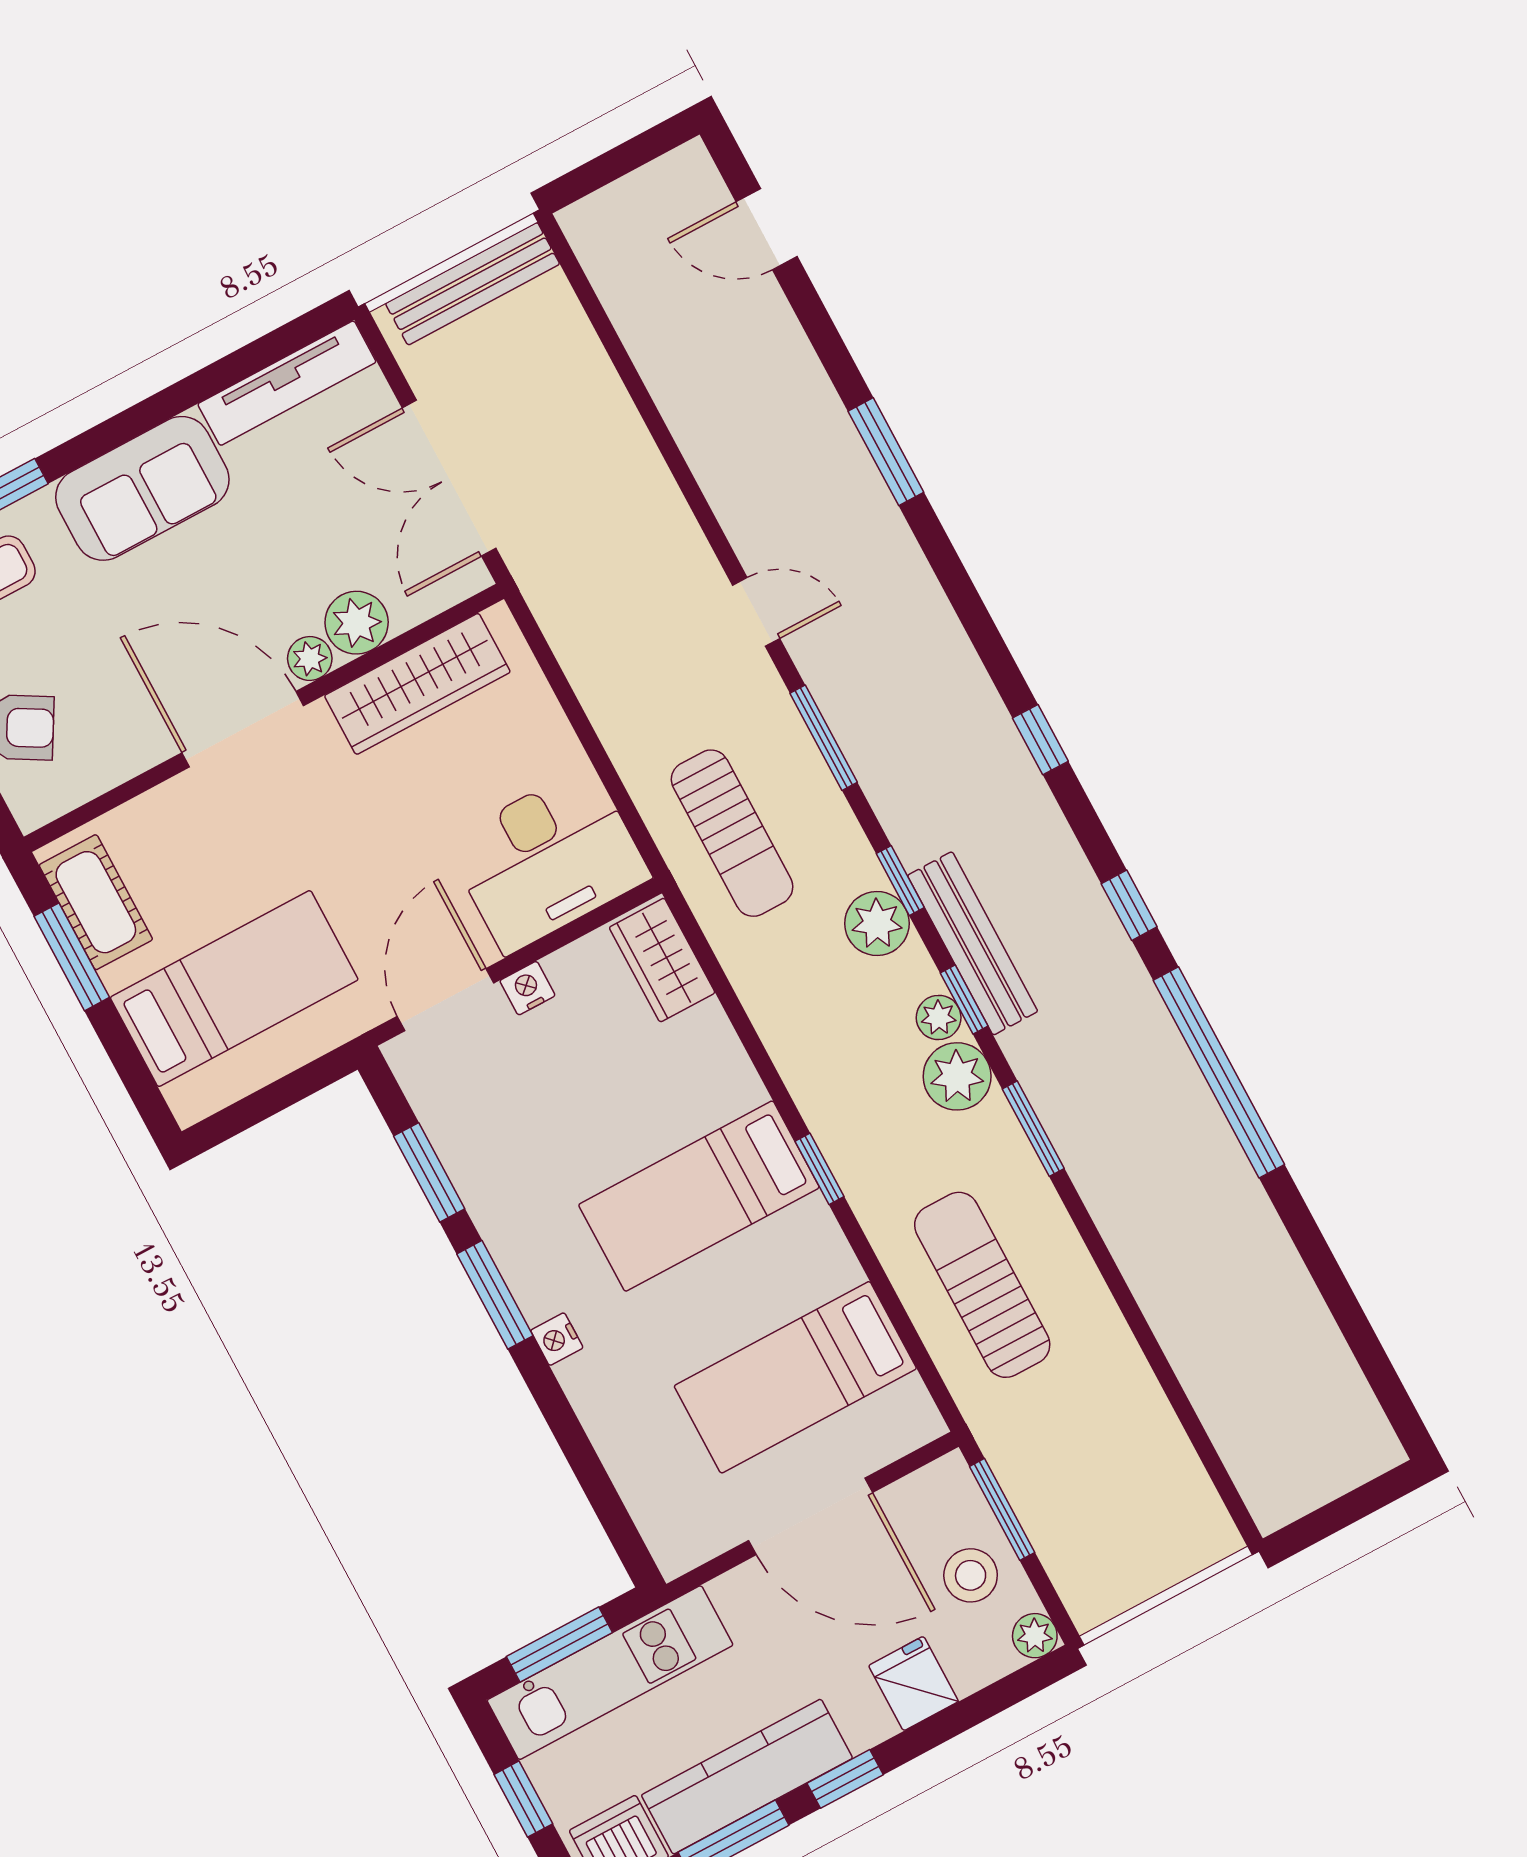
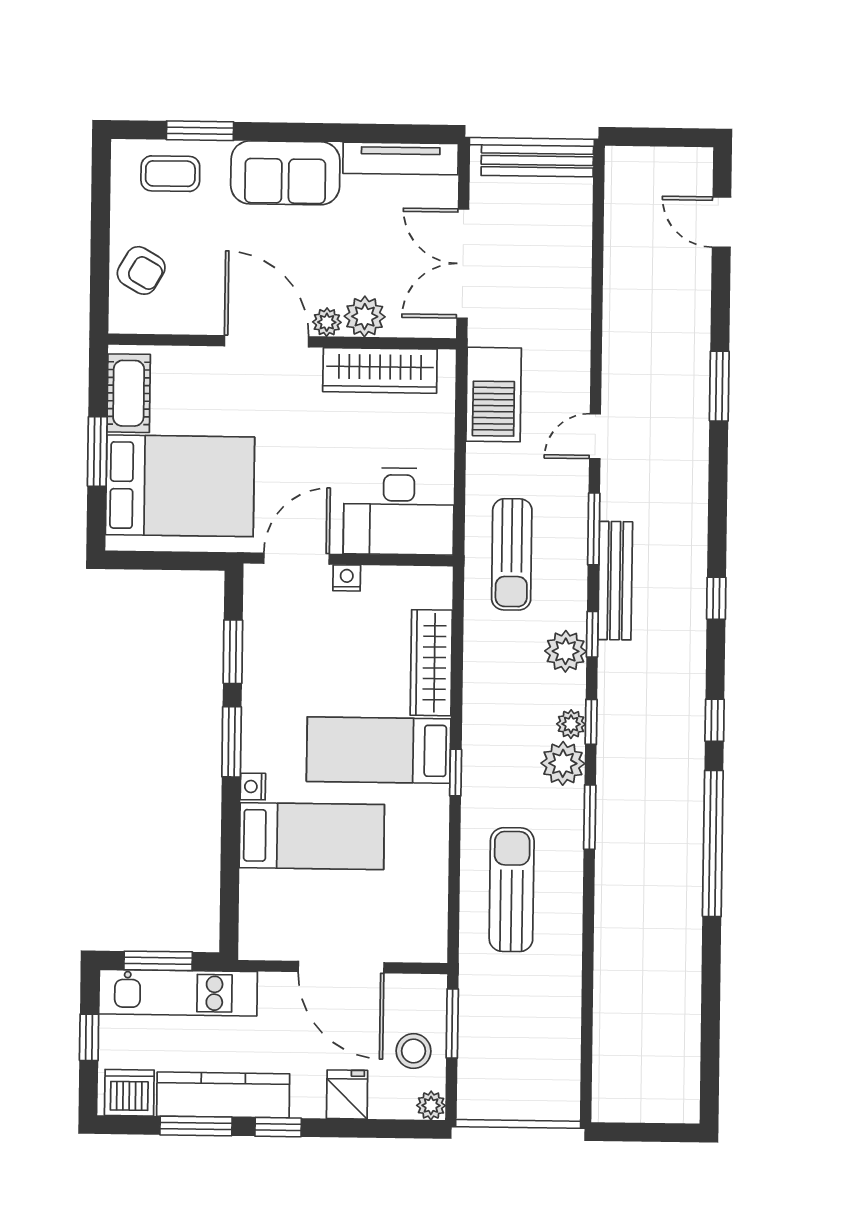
door: (756, 612) -> (595, 436), swing flipped
barbecue: (589, 631) -> (494, 395), added
bench: (973, 943) -> (615, 581), moved
window: (72, 957) -> (97, 452), moved
wardrobe: (662, 960) -> (431, 663), moved, width x1.50
bed: (234, 989) -> (180, 486), width x1.50
bed: (795, 1377) -> (312, 836), moved, turned 180

